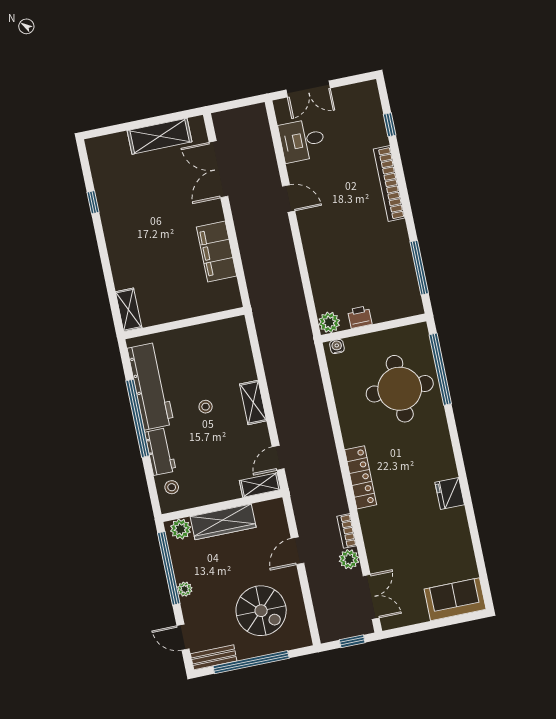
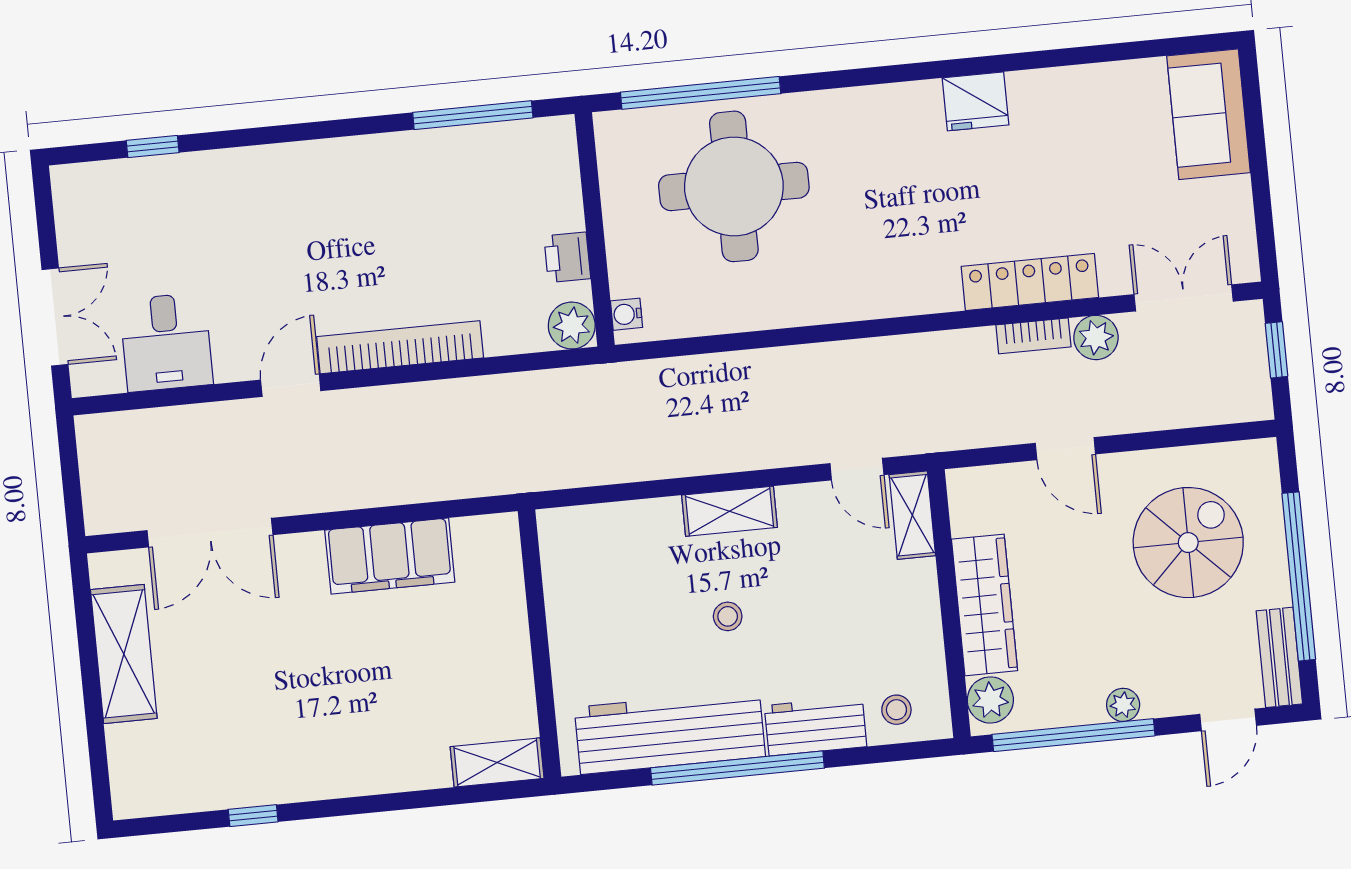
bookcase: (389, 184) -> (400, 347), moved, turned 180
locker: (361, 477) -> (1030, 282), moved

